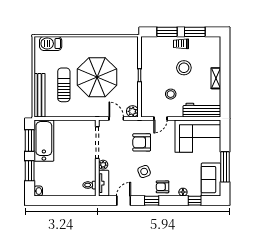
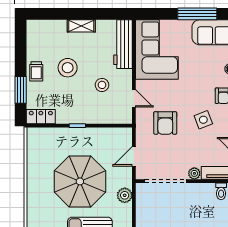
window: (195, 32) -> (21, 53), removed
locker: (146, 47) -> (41, 117), added
plant: (132, 111) -> (125, 195), moved

